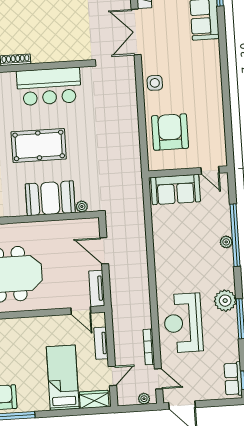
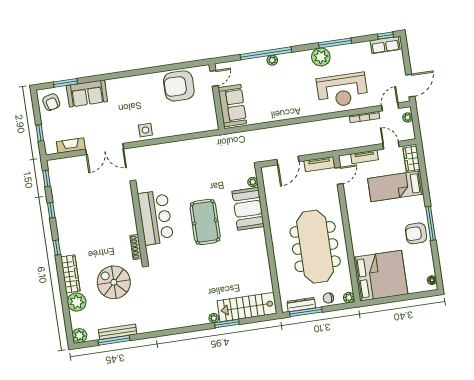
armchair: (170, 132) -> (179, 86), moved

